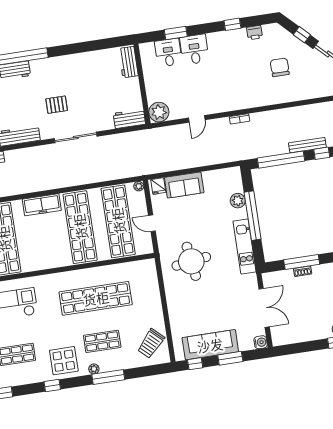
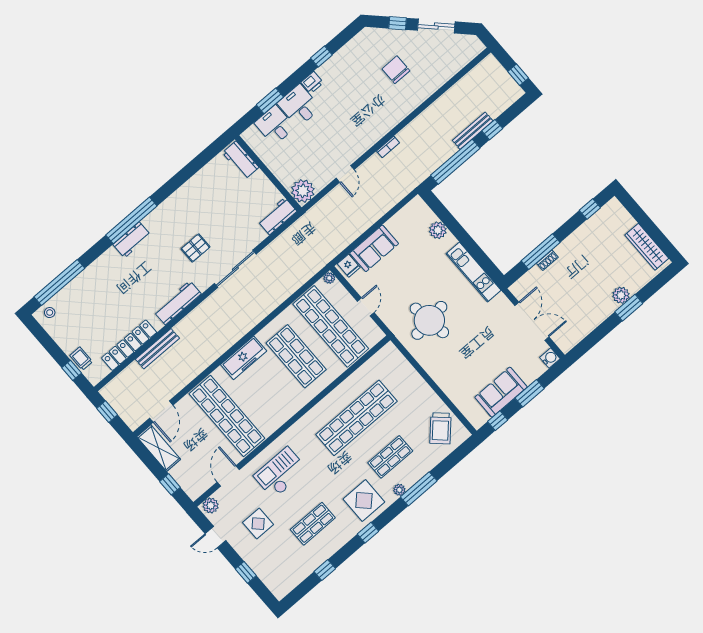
printer: (255, 33) -> (312, 82), moved
window: (253, 216) -> (462, 236), removed
door: (152, 223) -> (366, 307), swing flipped
shop shelf: (80, 227) -> (296, 356), width x0.71
sofa: (210, 345) -> (501, 392), width x0.73

